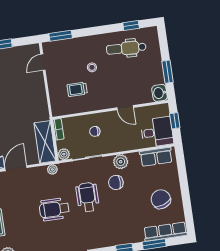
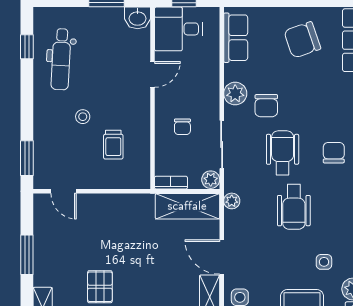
desk: (157, 132) -> (178, 29), moved, turned -90
wheelchair: (88, 197) -> (283, 153), turned 90
chair: (92, 229) -> (334, 153), added
side table: (22, 233) -> (324, 262), added

